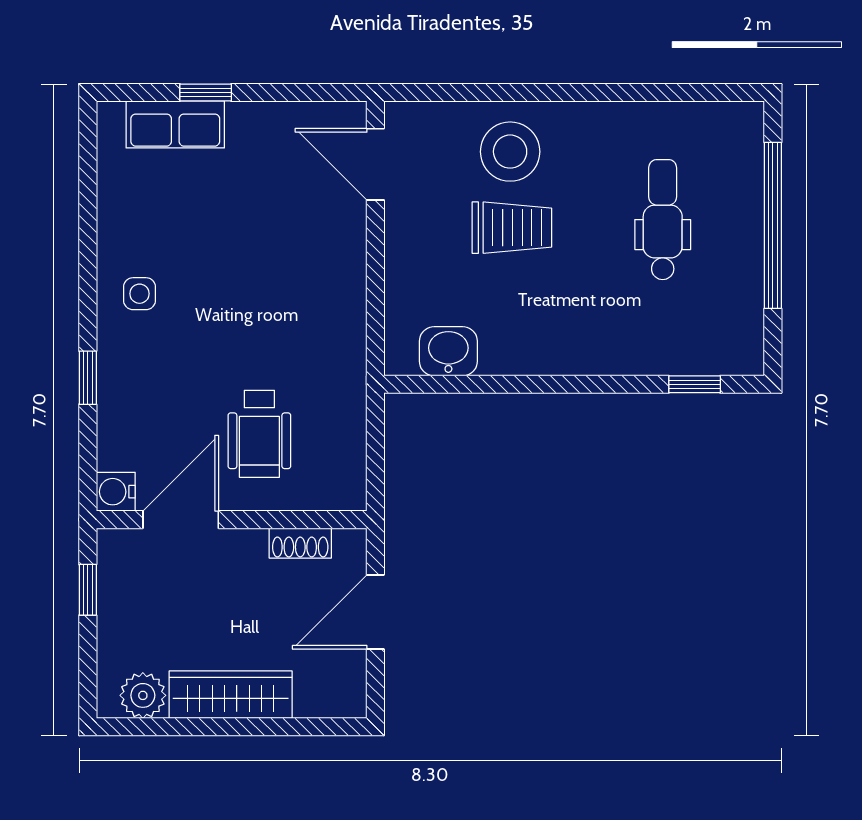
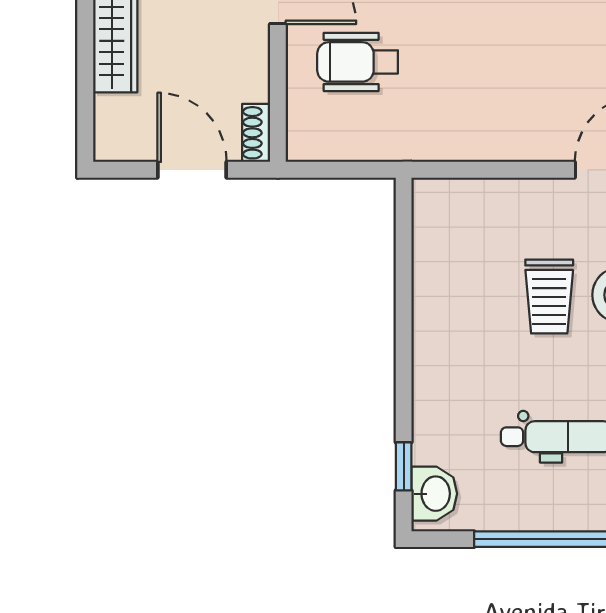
washbasin: (448, 351) -> (434, 494), moved
shoe rack: (300, 543) -> (256, 133), moved

